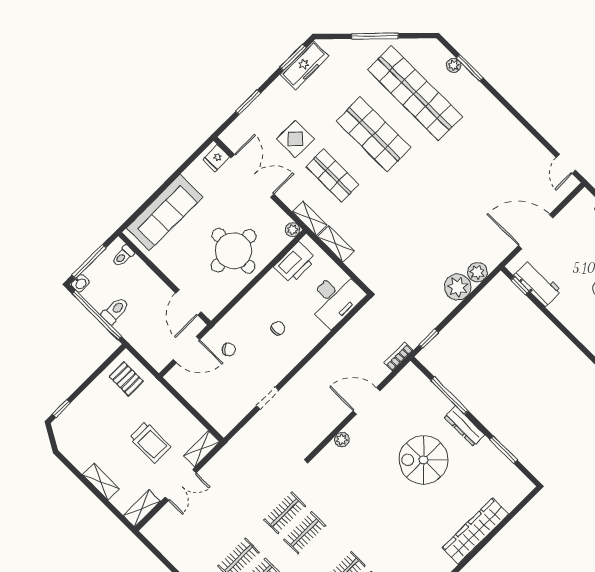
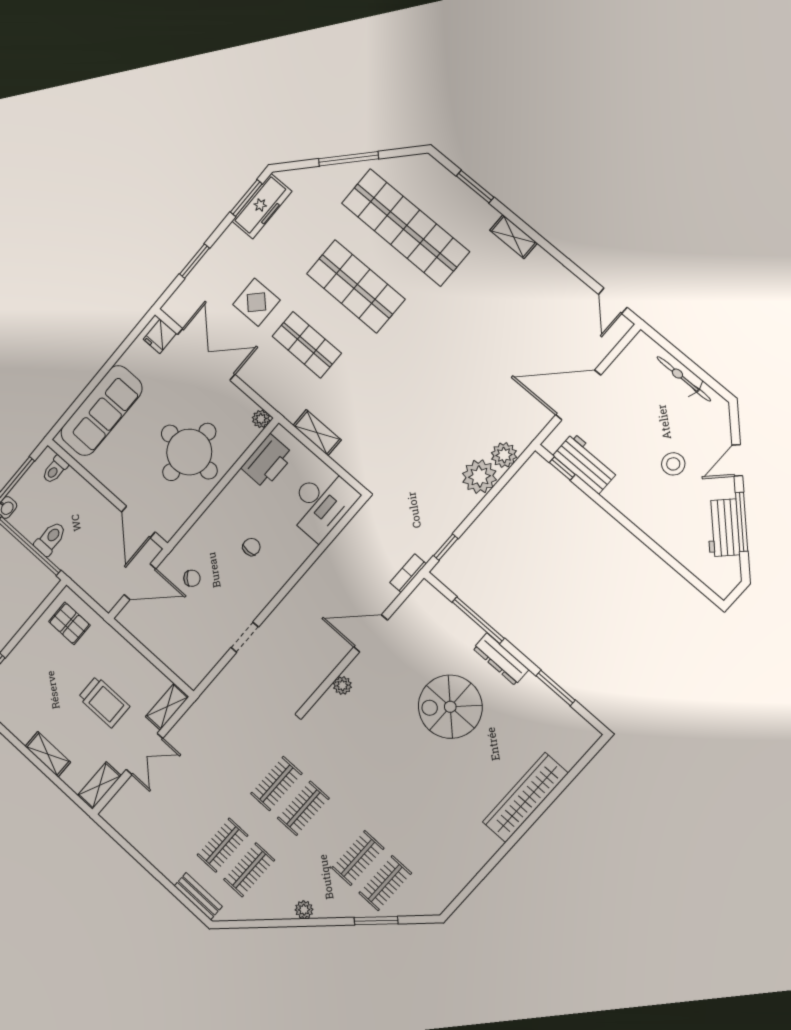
plant: (454, 65) -> (453, 186), removed
shelving: (310, 218) -> (513, 237), moved

